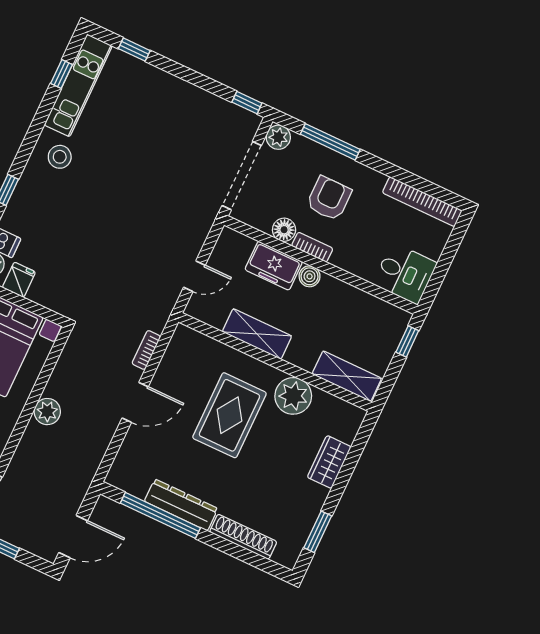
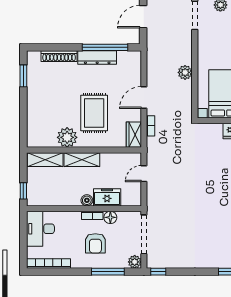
desk: (405, 273) -> (40, 229), width x1.37
shelving: (257, 334) -> (82, 160), moved
wardrobe: (329, 462) -> (134, 135), moved, turned 180

